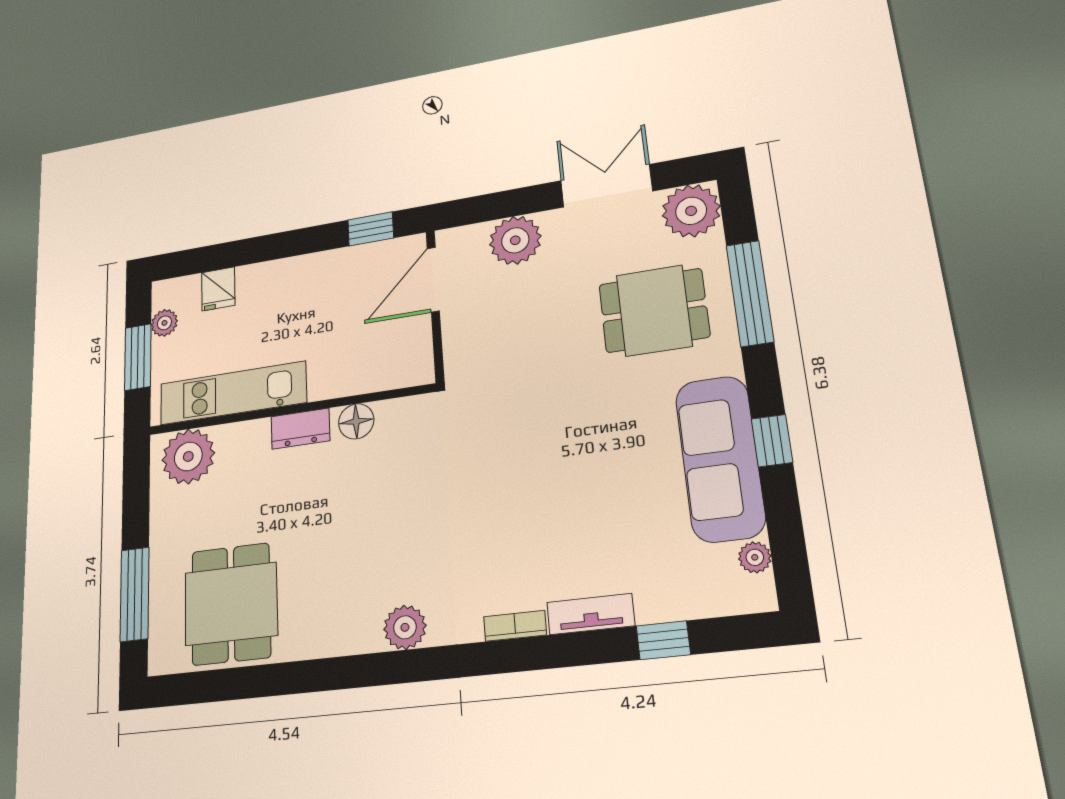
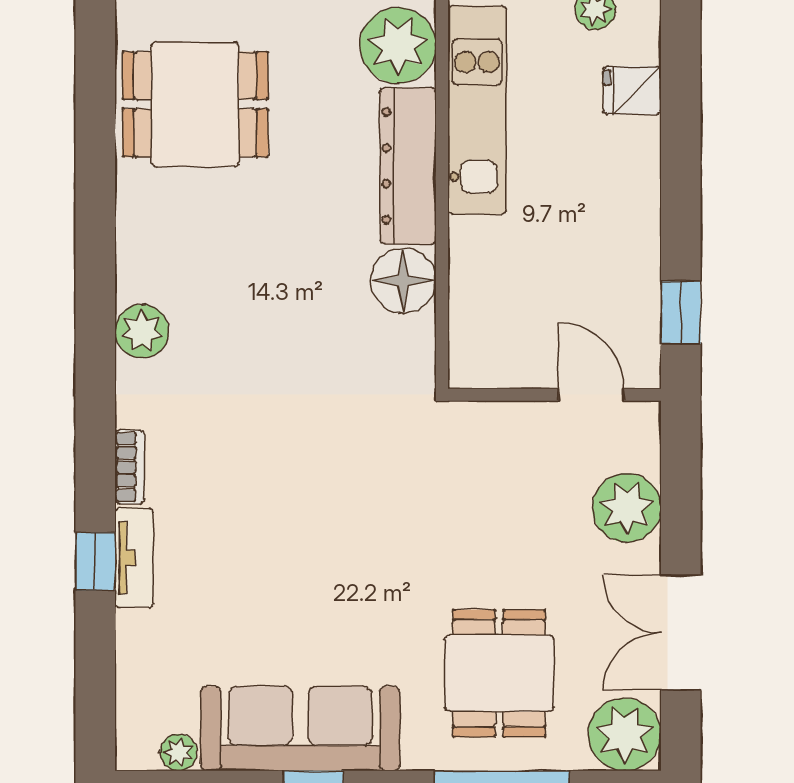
double door: (606, 186) -> (681, 633), swing flipped
door: (433, 280) -> (591, 395), width x0.73
floor lamp: (356, 421) -> (403, 281), width x1.38, depth x1.38
dresser: (300, 429) -> (408, 166), width x1.96, depth x1.24
window: (663, 640) -> (95, 561), moved

